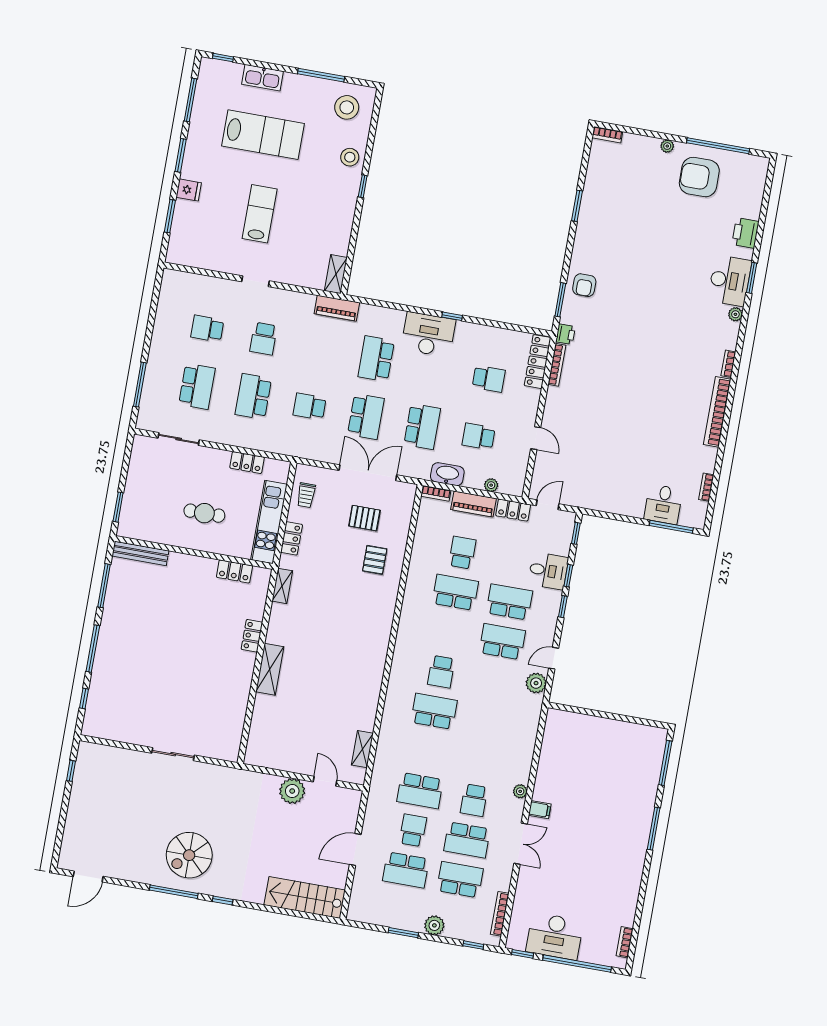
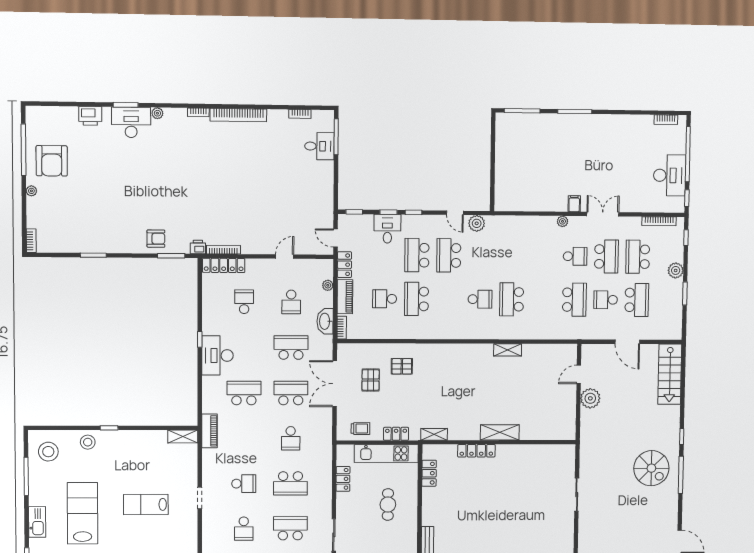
school desk: (376, 359) -> (244, 393), turned 180
locker: (252, 636) -> (476, 451), width x1.53
shelving: (362, 749) -> (508, 350), moved

